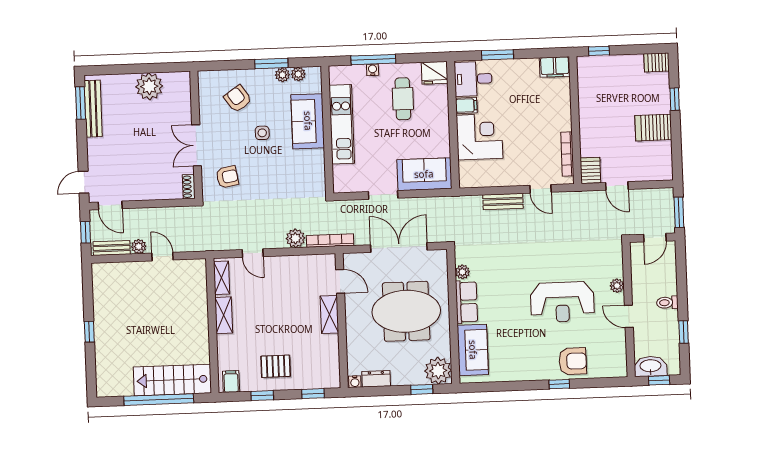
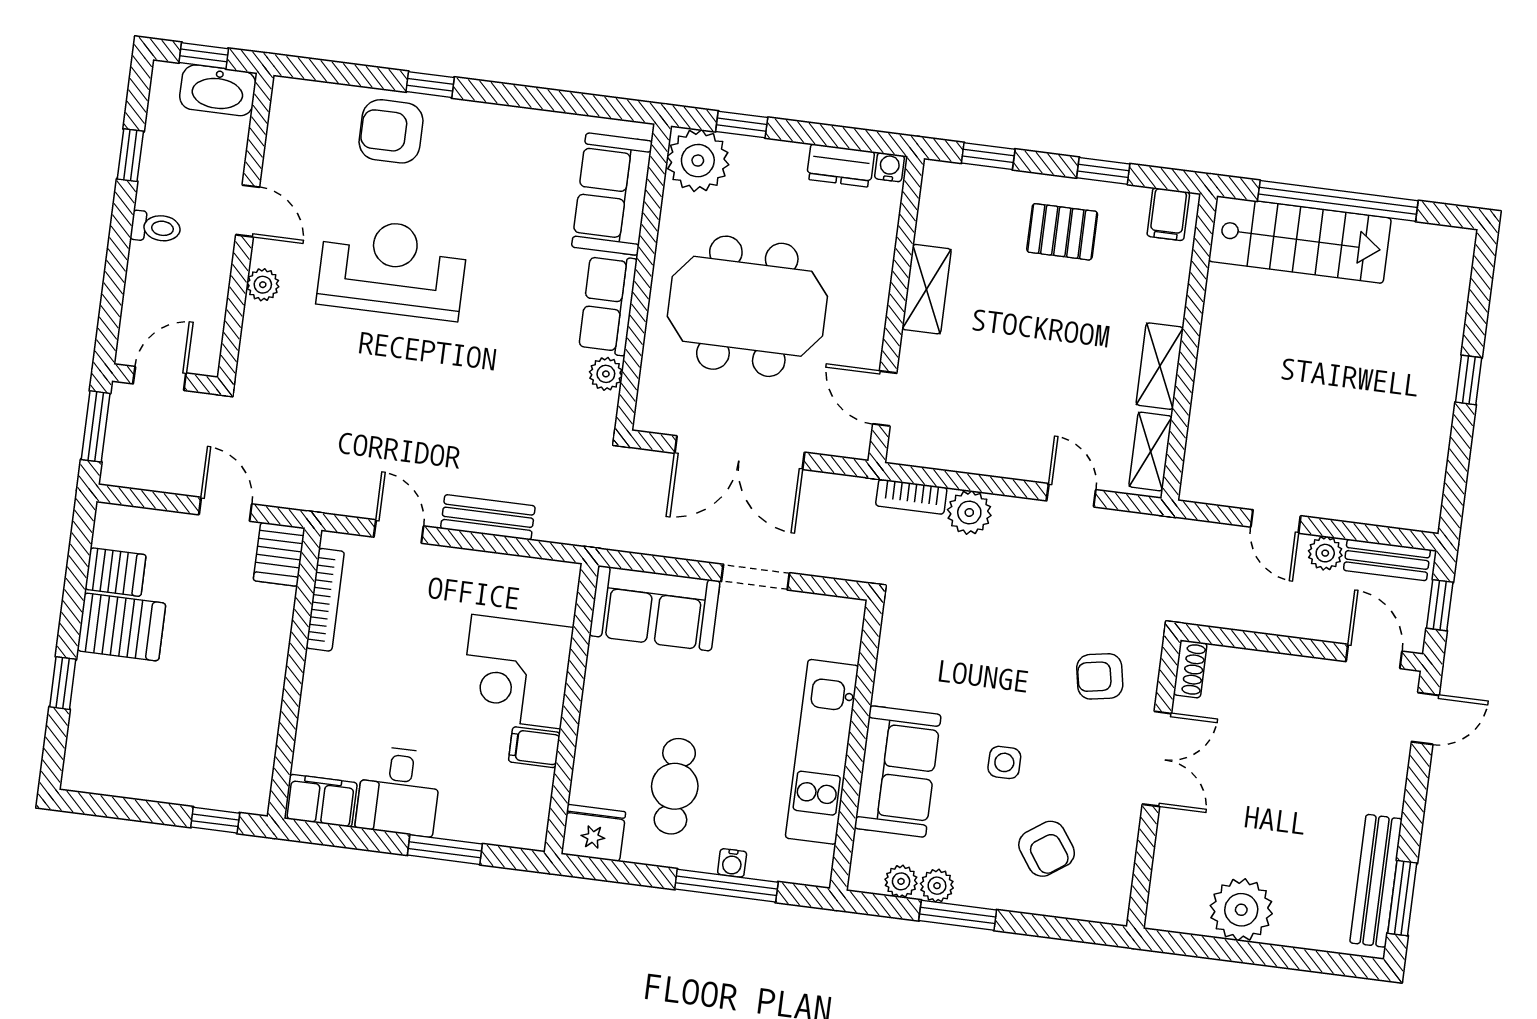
server rack: (656, 62) -> (116, 572), moved
desk: (473, 79) -> (399, 791), moved, turned 90
bookcase: (330, 241) -> (911, 497), width x0.64
shelving: (329, 315) -> (927, 289), moved

